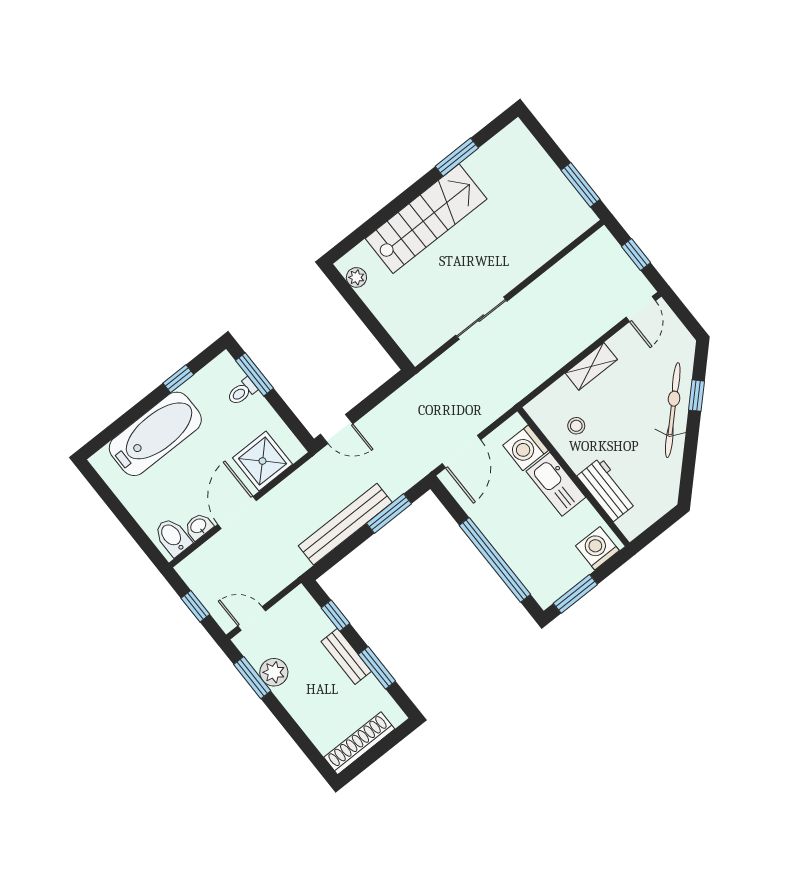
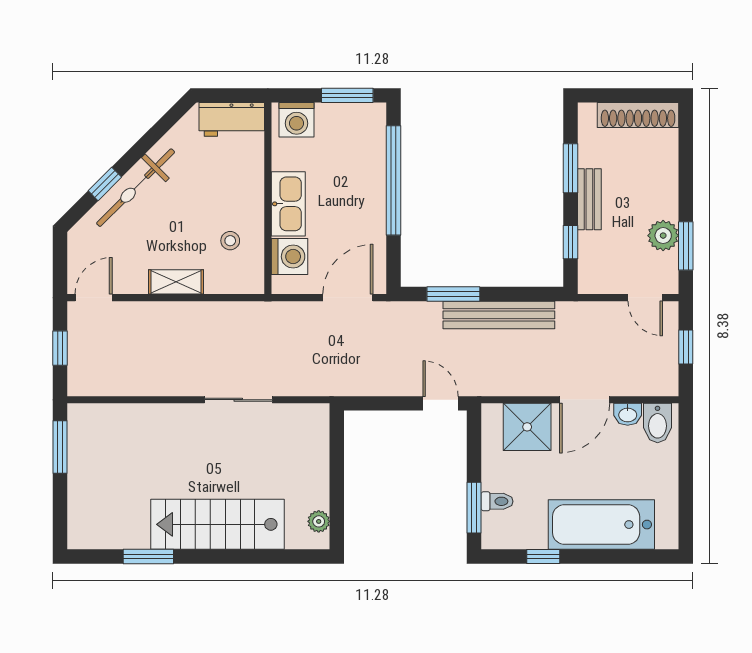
workbench: (607, 489) -> (232, 119), moved, turned -90

